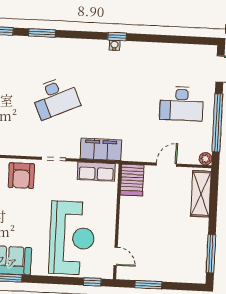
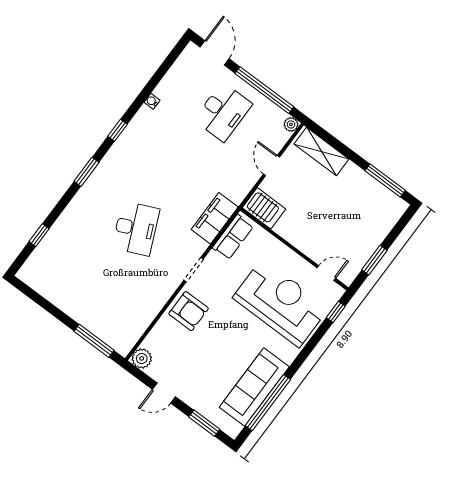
window: (42, 33) -> (86, 172), moved
water cooler: (114, 45) -> (152, 101), moved

